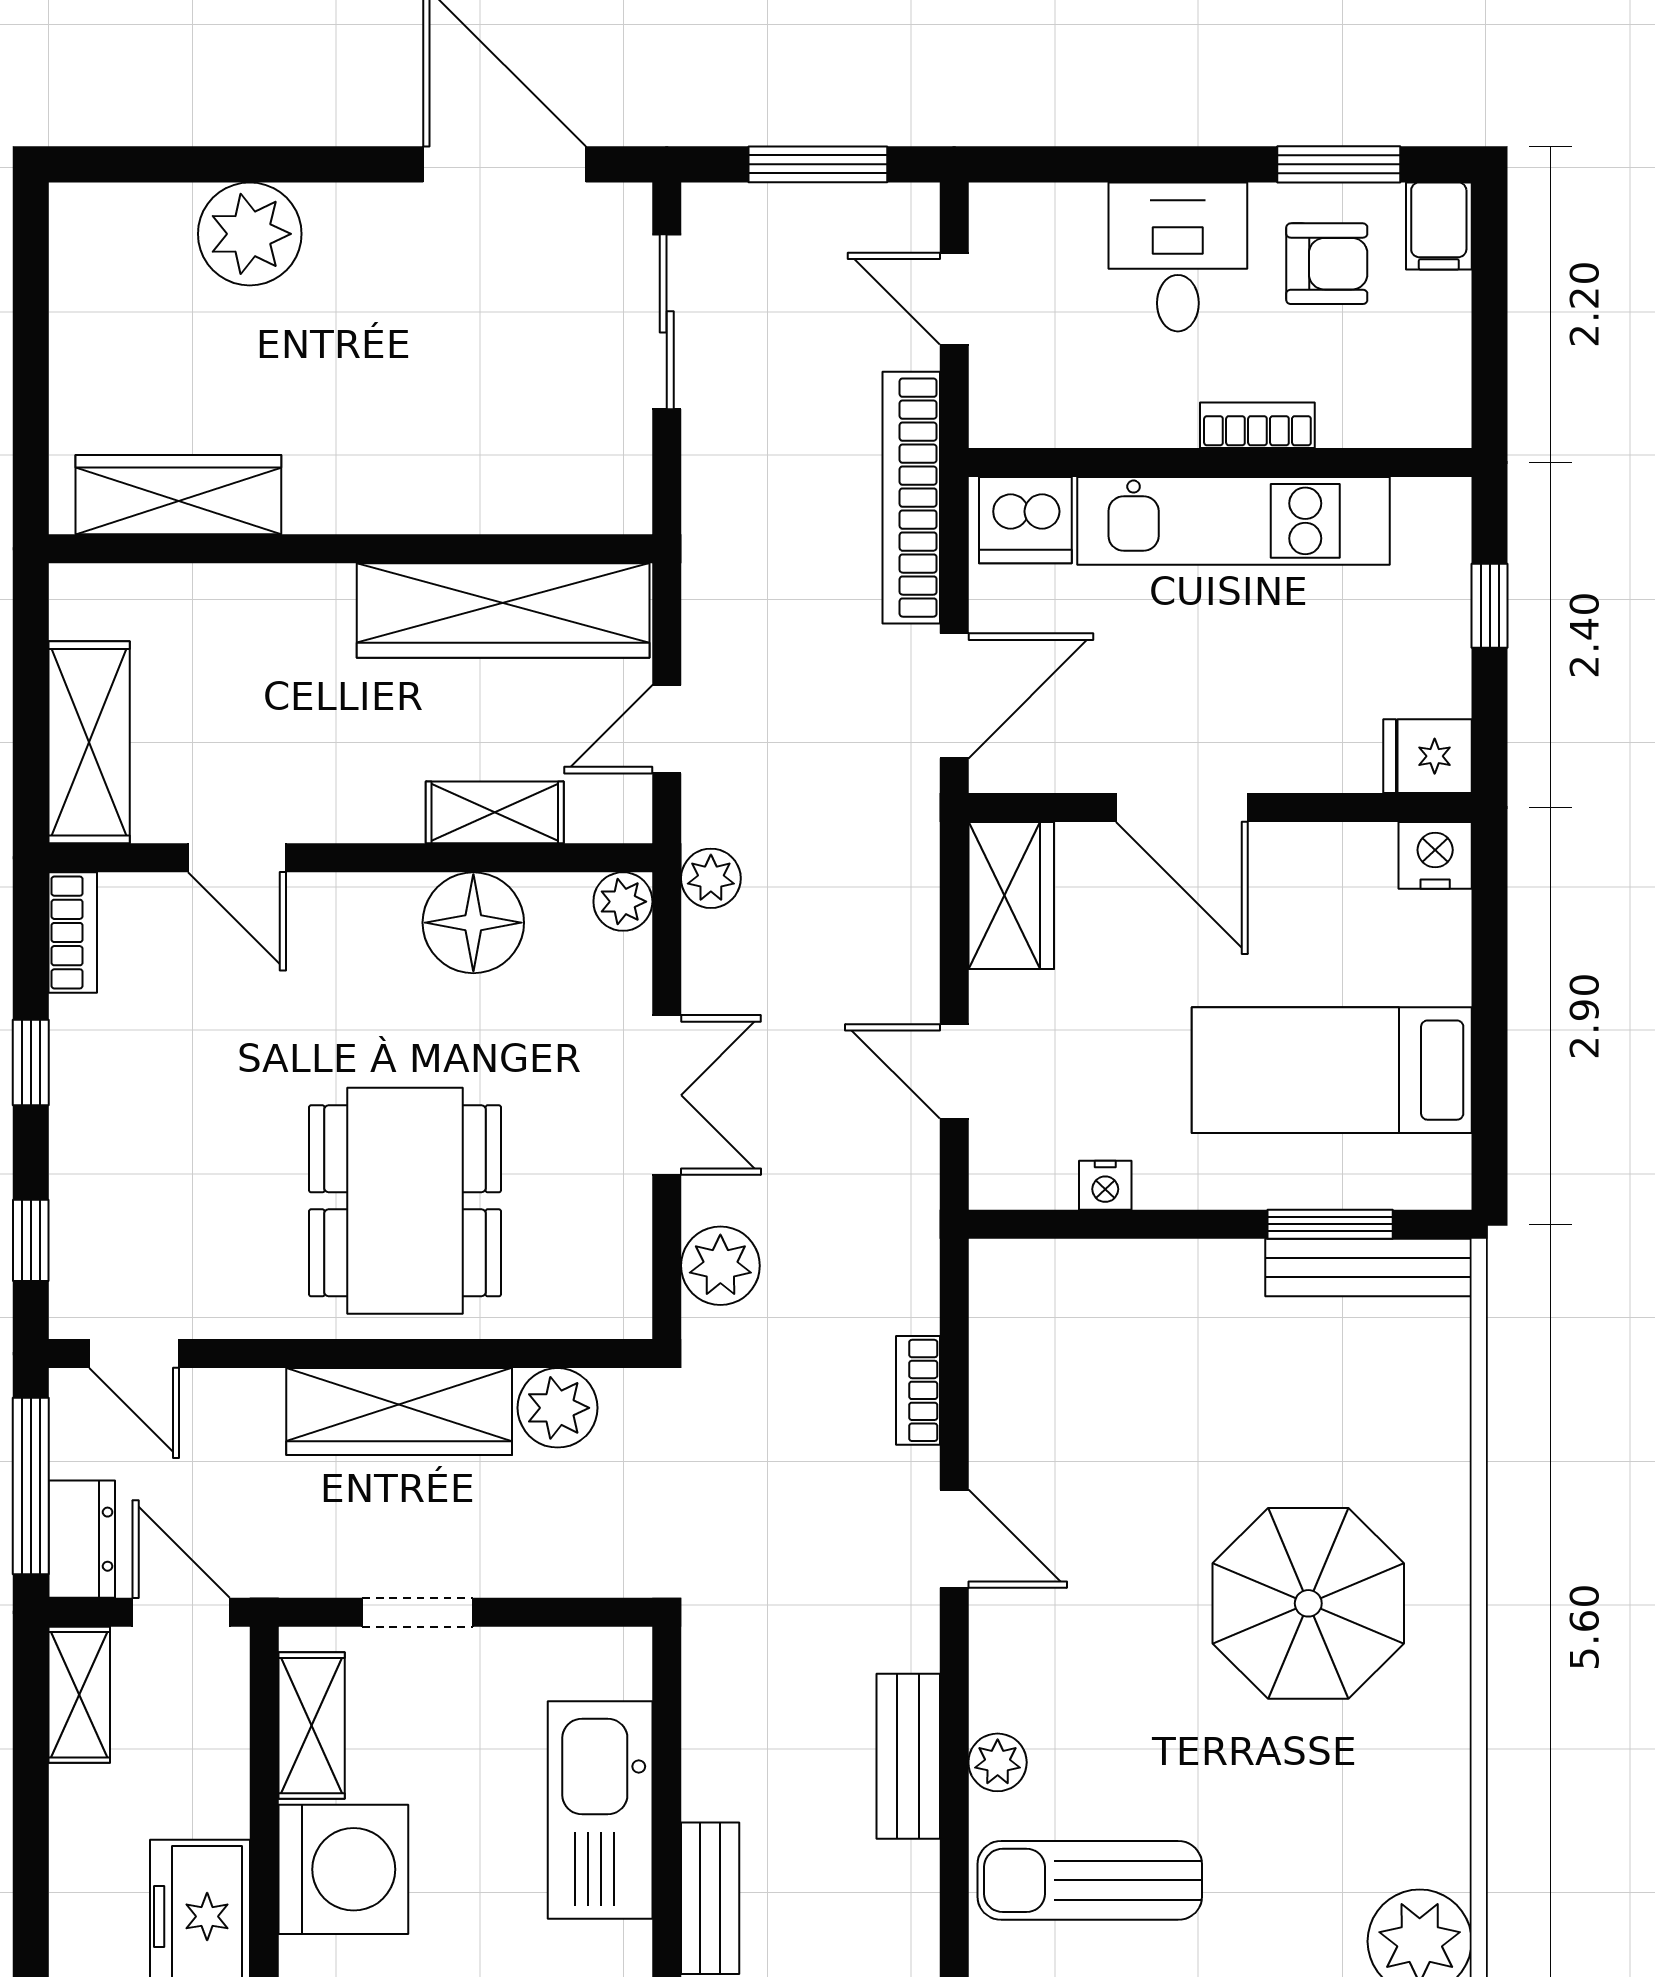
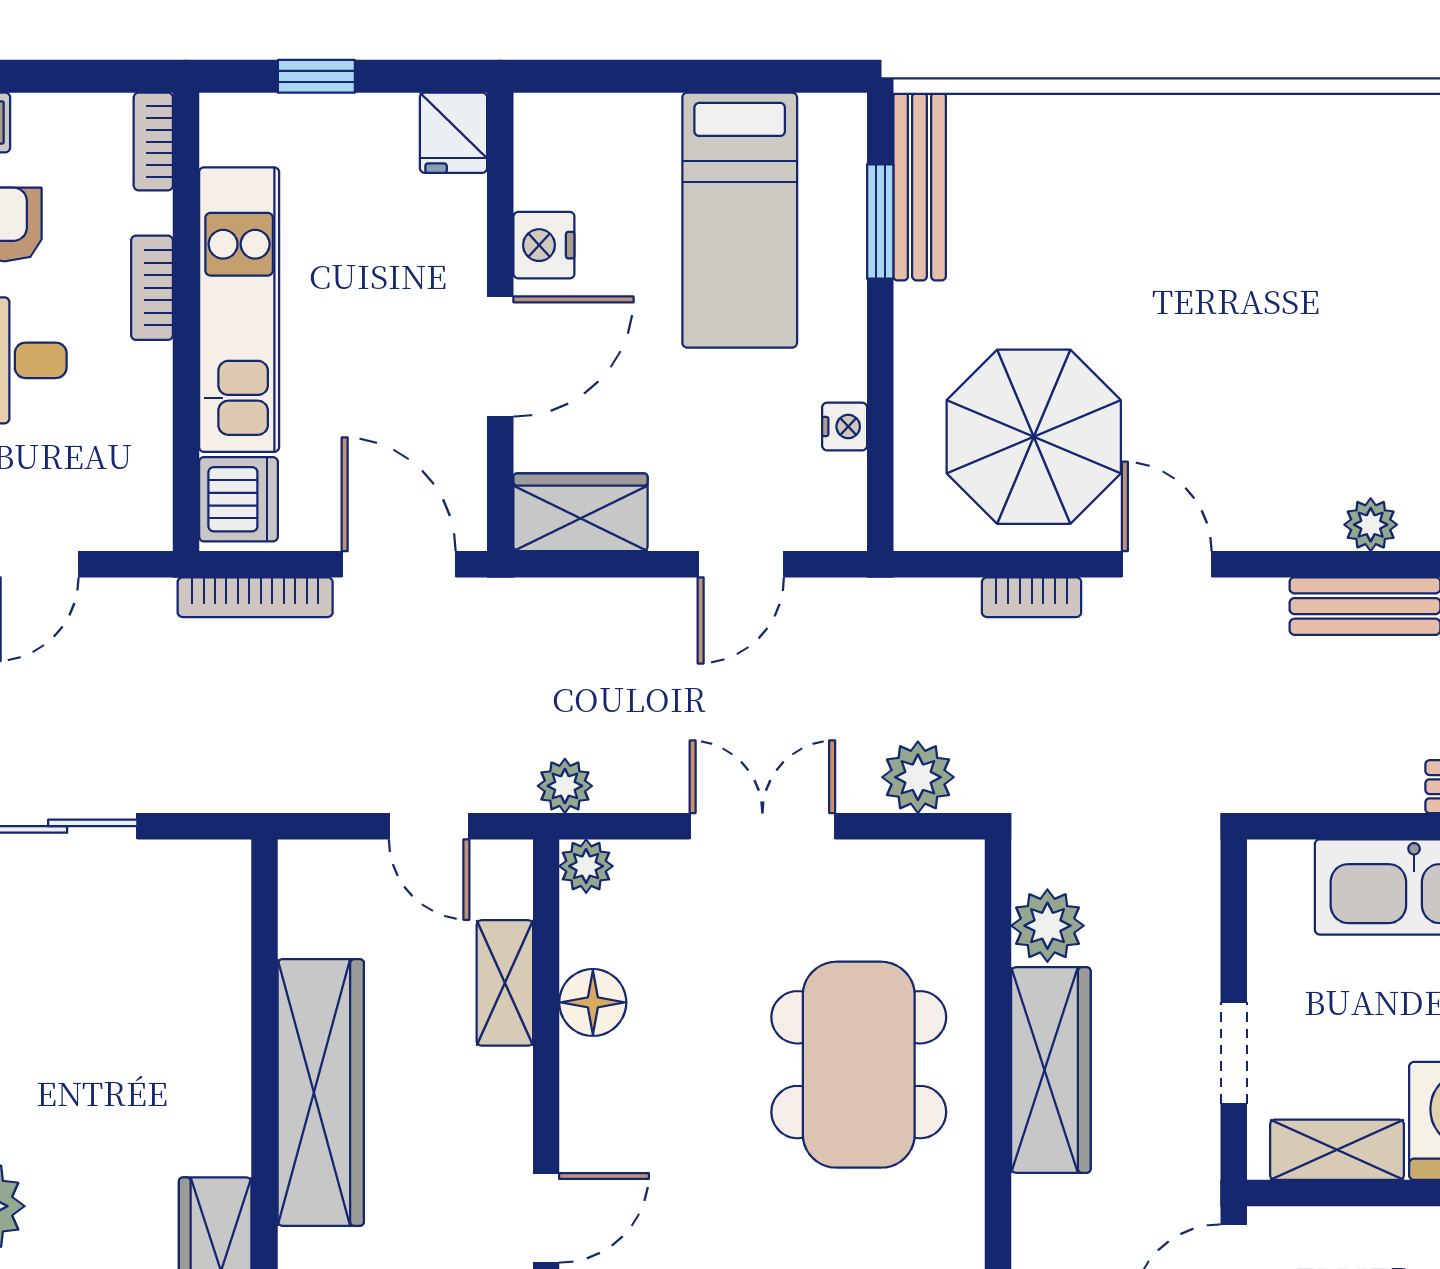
bookcase: (1418, 427) -> (153, 142), added
bookcase: (911, 498) -> (255, 597), width x0.68, depth x0.76
wardrobe: (503, 610) -> (321, 1092), moved
nightstand: (1435, 855) -> (544, 245), moved
floor lamp: (473, 923) -> (593, 1002), width x0.73, depth x0.73
dining table: (405, 1201) -> (859, 1065), turned 90
door: (954, 1539) -> (1167, 564), hinge flipped
parasol: (1308, 1603) -> (1034, 437), moved

